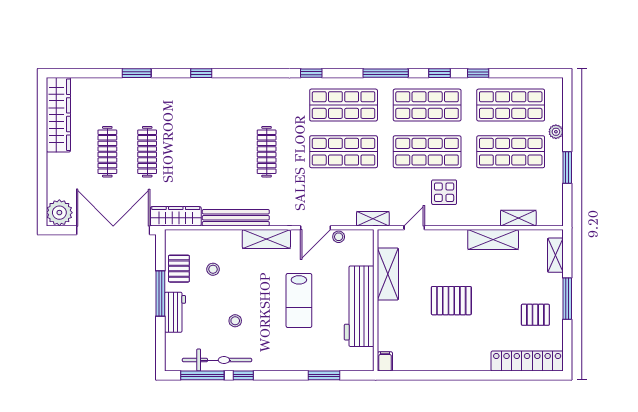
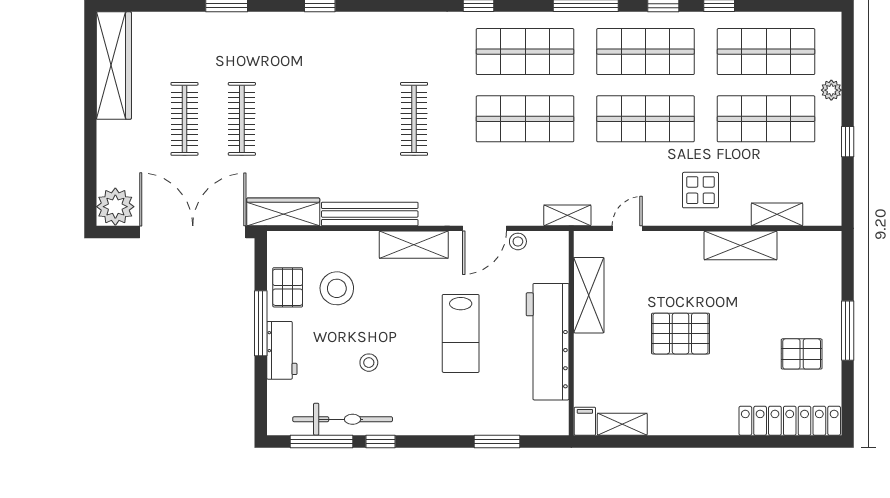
window: (567, 168) -> (848, 142), width x0.67
display table: (444, 192) -> (700, 190), moved
shelving: (555, 255) -> (622, 424), moved, turned 90
stool: (213, 269) -> (337, 288), width x1.89, depth x1.89

